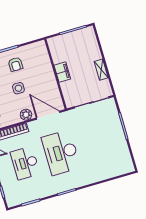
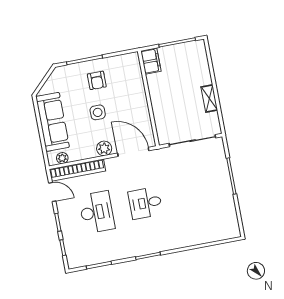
filing cabinet: (62, 72) -> (151, 61), moved
desk: (61, 153) -> (145, 203), width x0.53, depth x0.77
desk: (25, 163) -> (97, 212), turned 180

